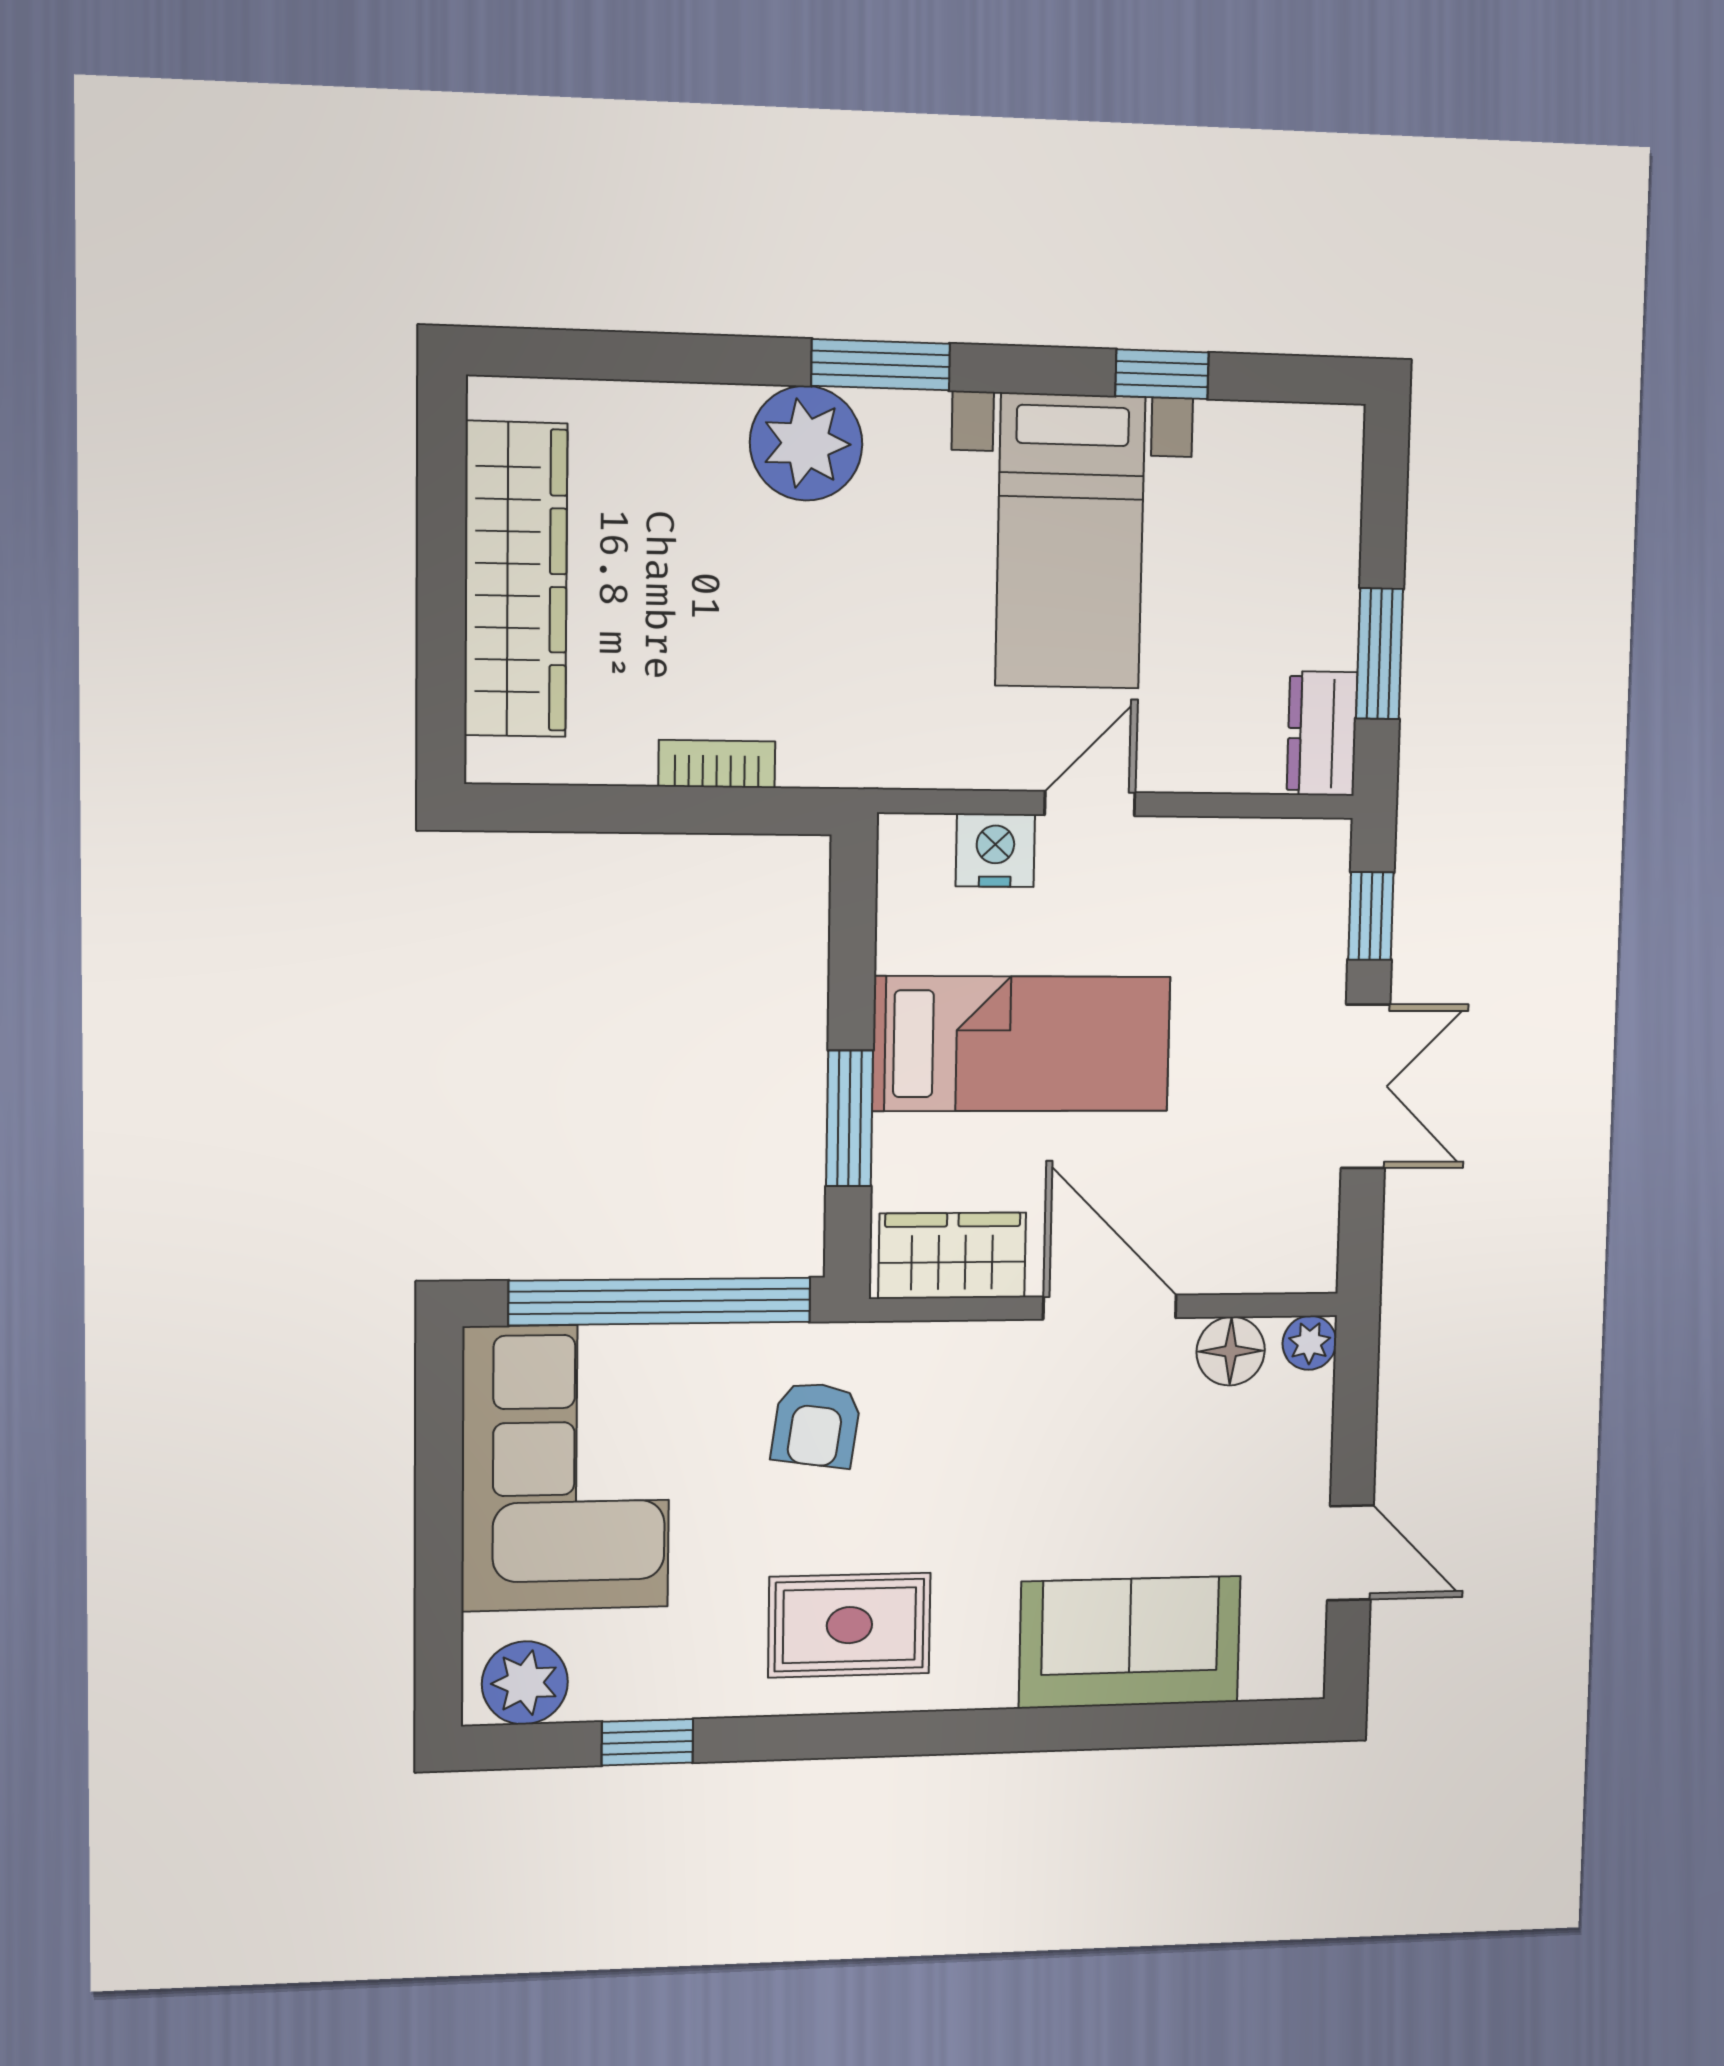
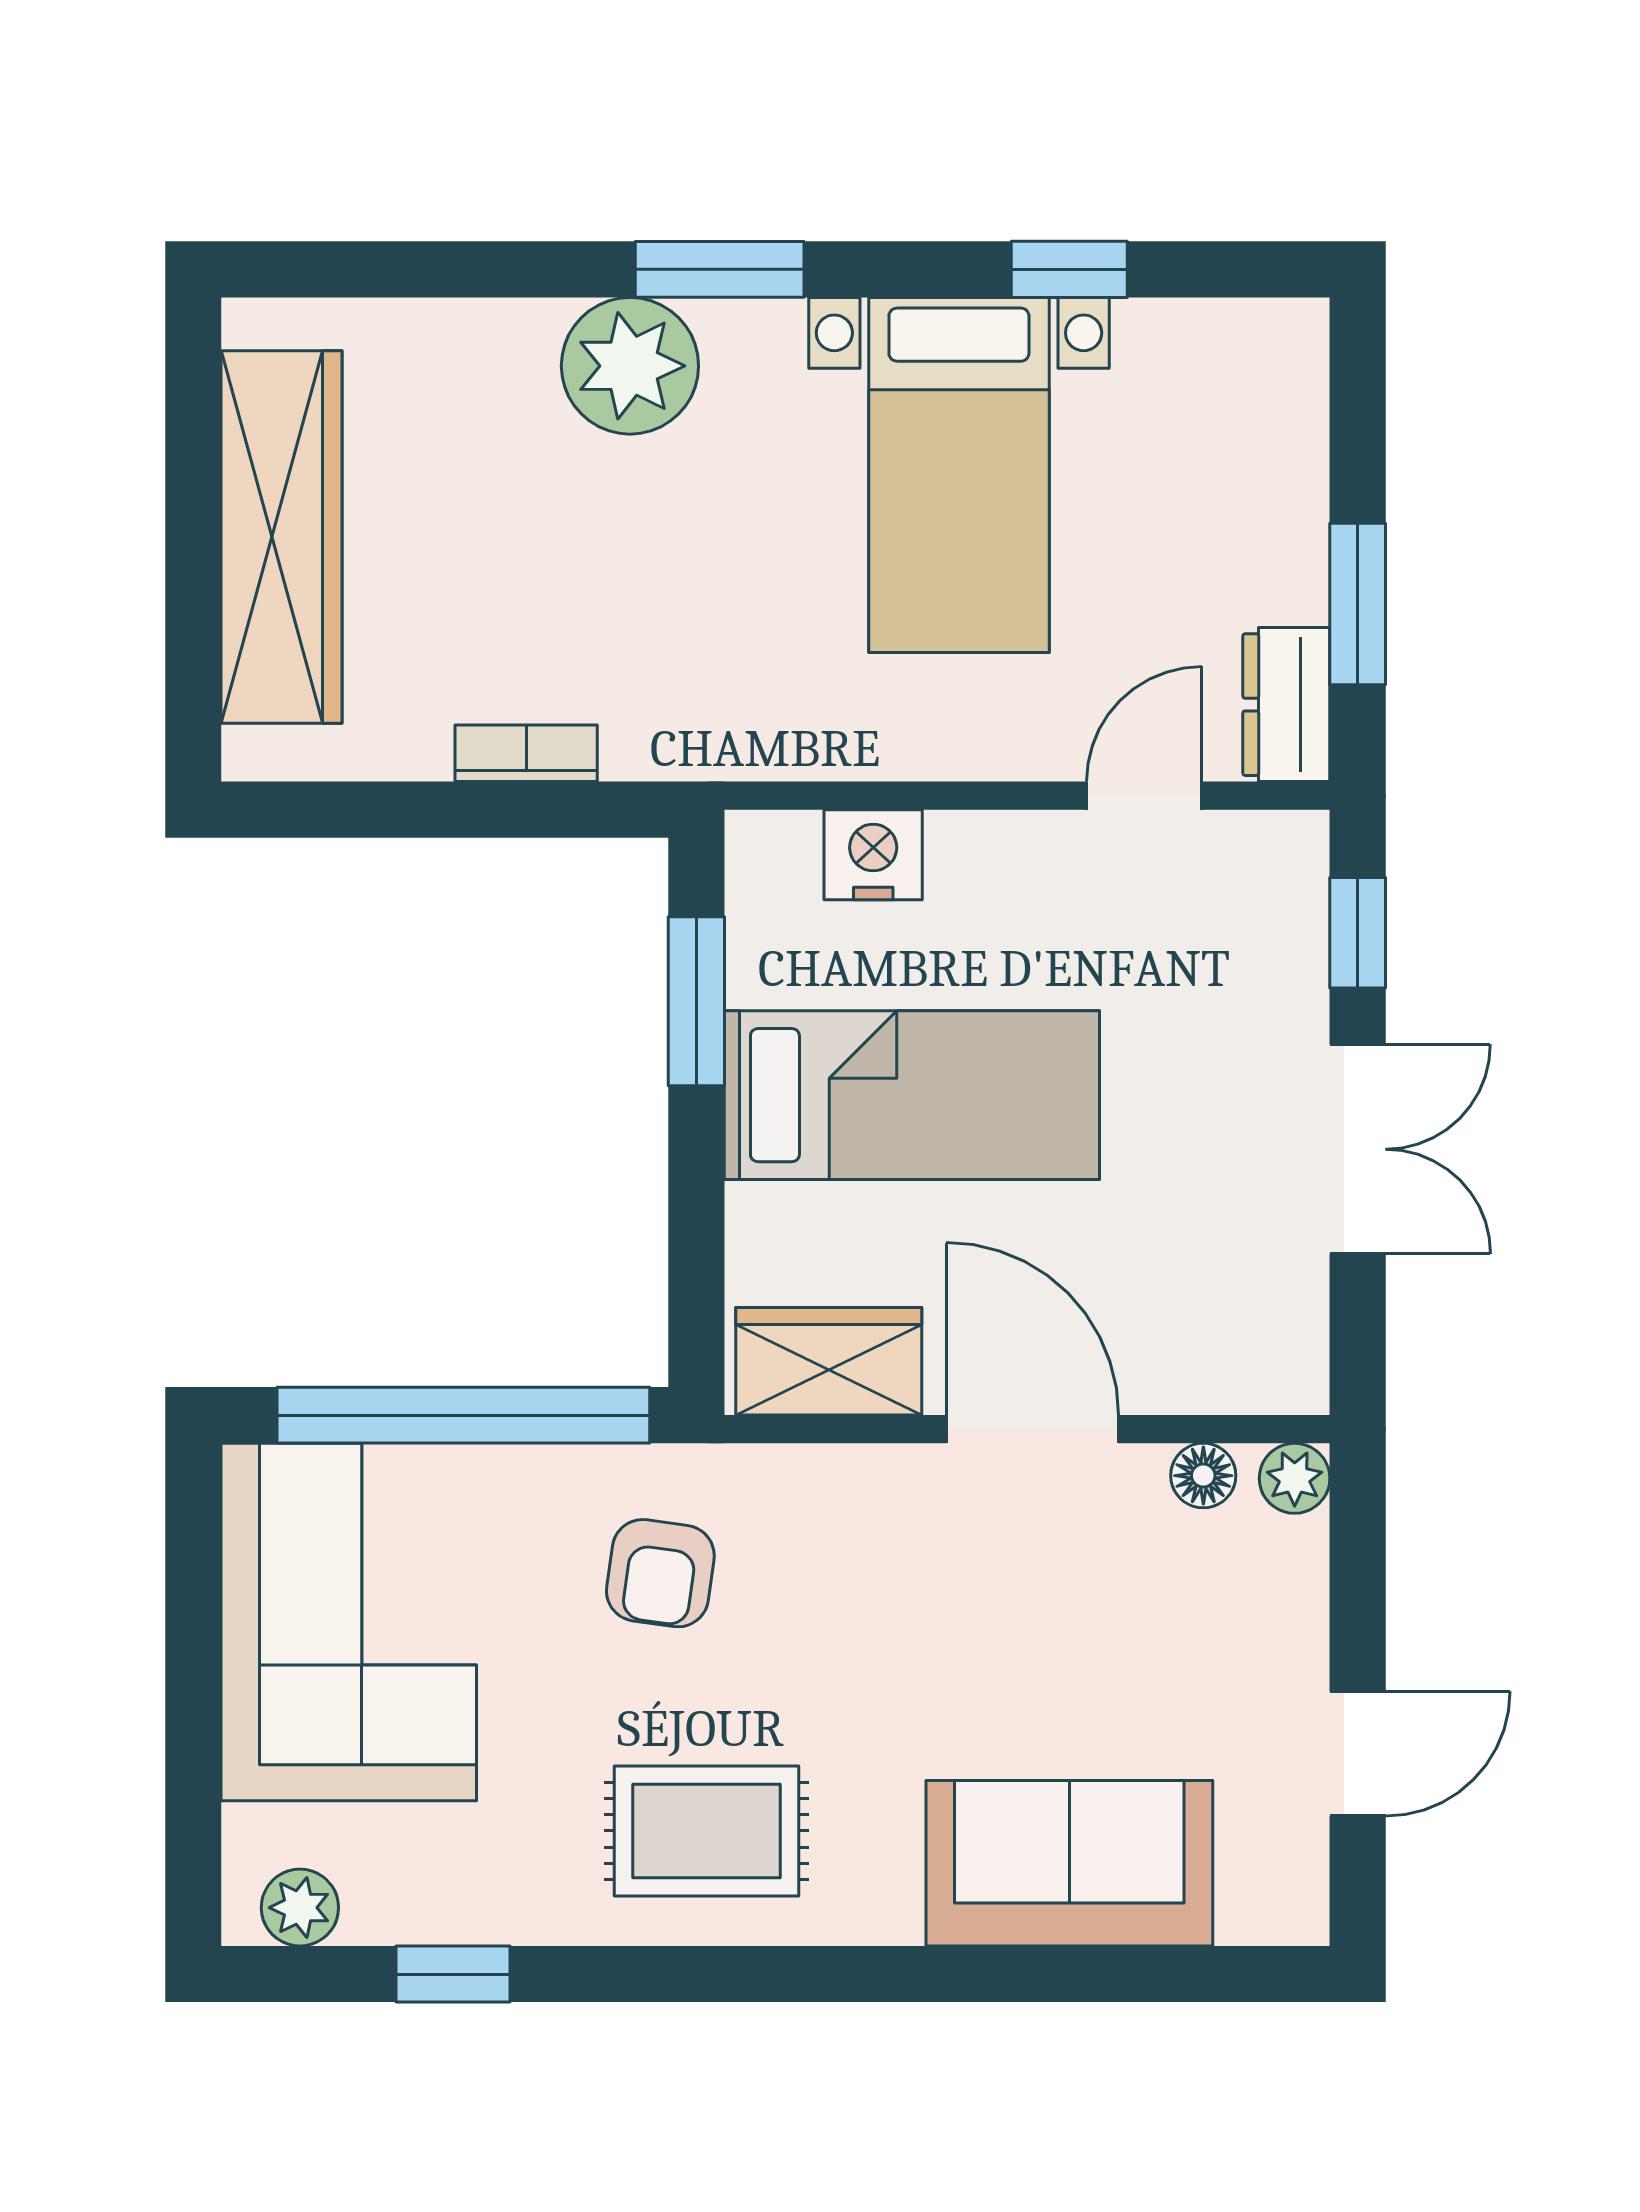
door: (1090, 804) -> (1144, 796), moved
window: (850, 1118) -> (696, 1001), moved
floor lamp: (1231, 1351) -> (1203, 1476), width x0.73, depth x0.73
door: (1350, 1553) -> (1358, 1754), hinge flipped
plant: (525, 1683) -> (300, 1908), width x0.73, depth x0.73

